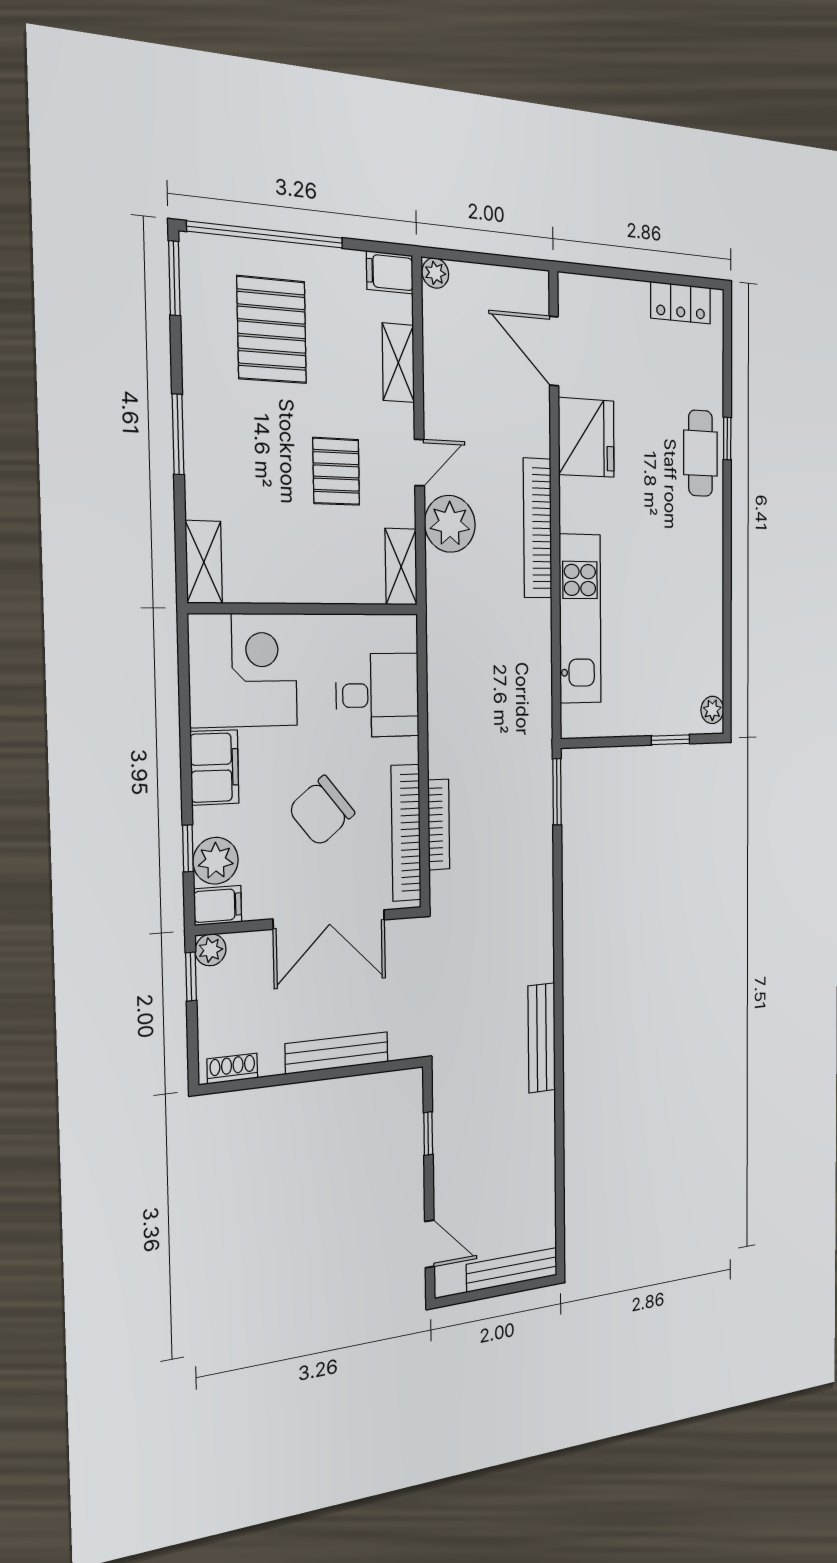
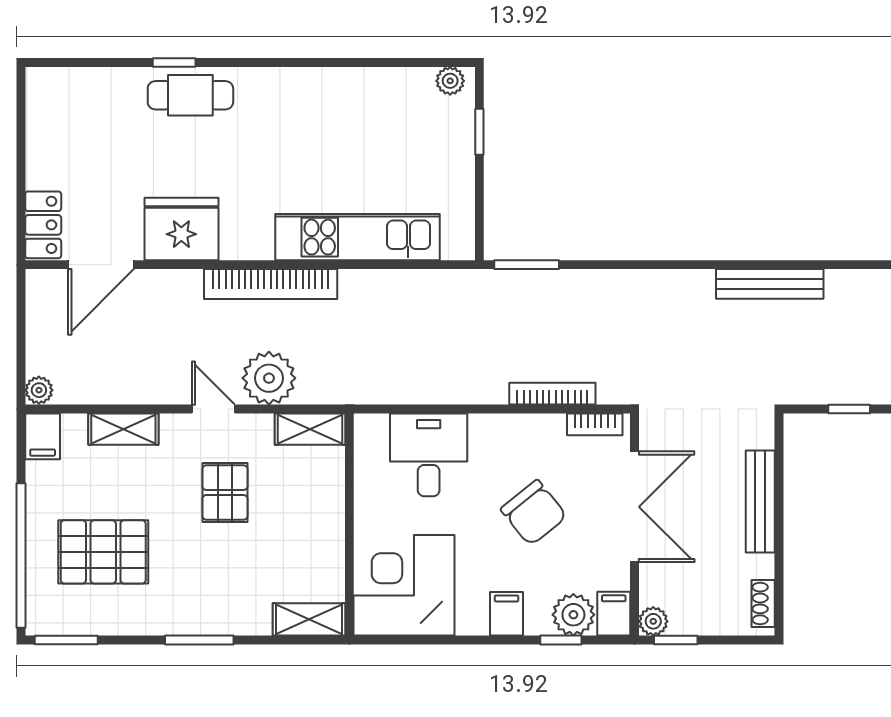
locker: (681, 303) -> (43, 225), moved
pallet: (336, 471) -> (225, 493), turned 90
filing cabinet: (215, 768) -> (507, 614), width x0.50
bookcase: (406, 833) -> (595, 424), width x0.43, depth x0.76

